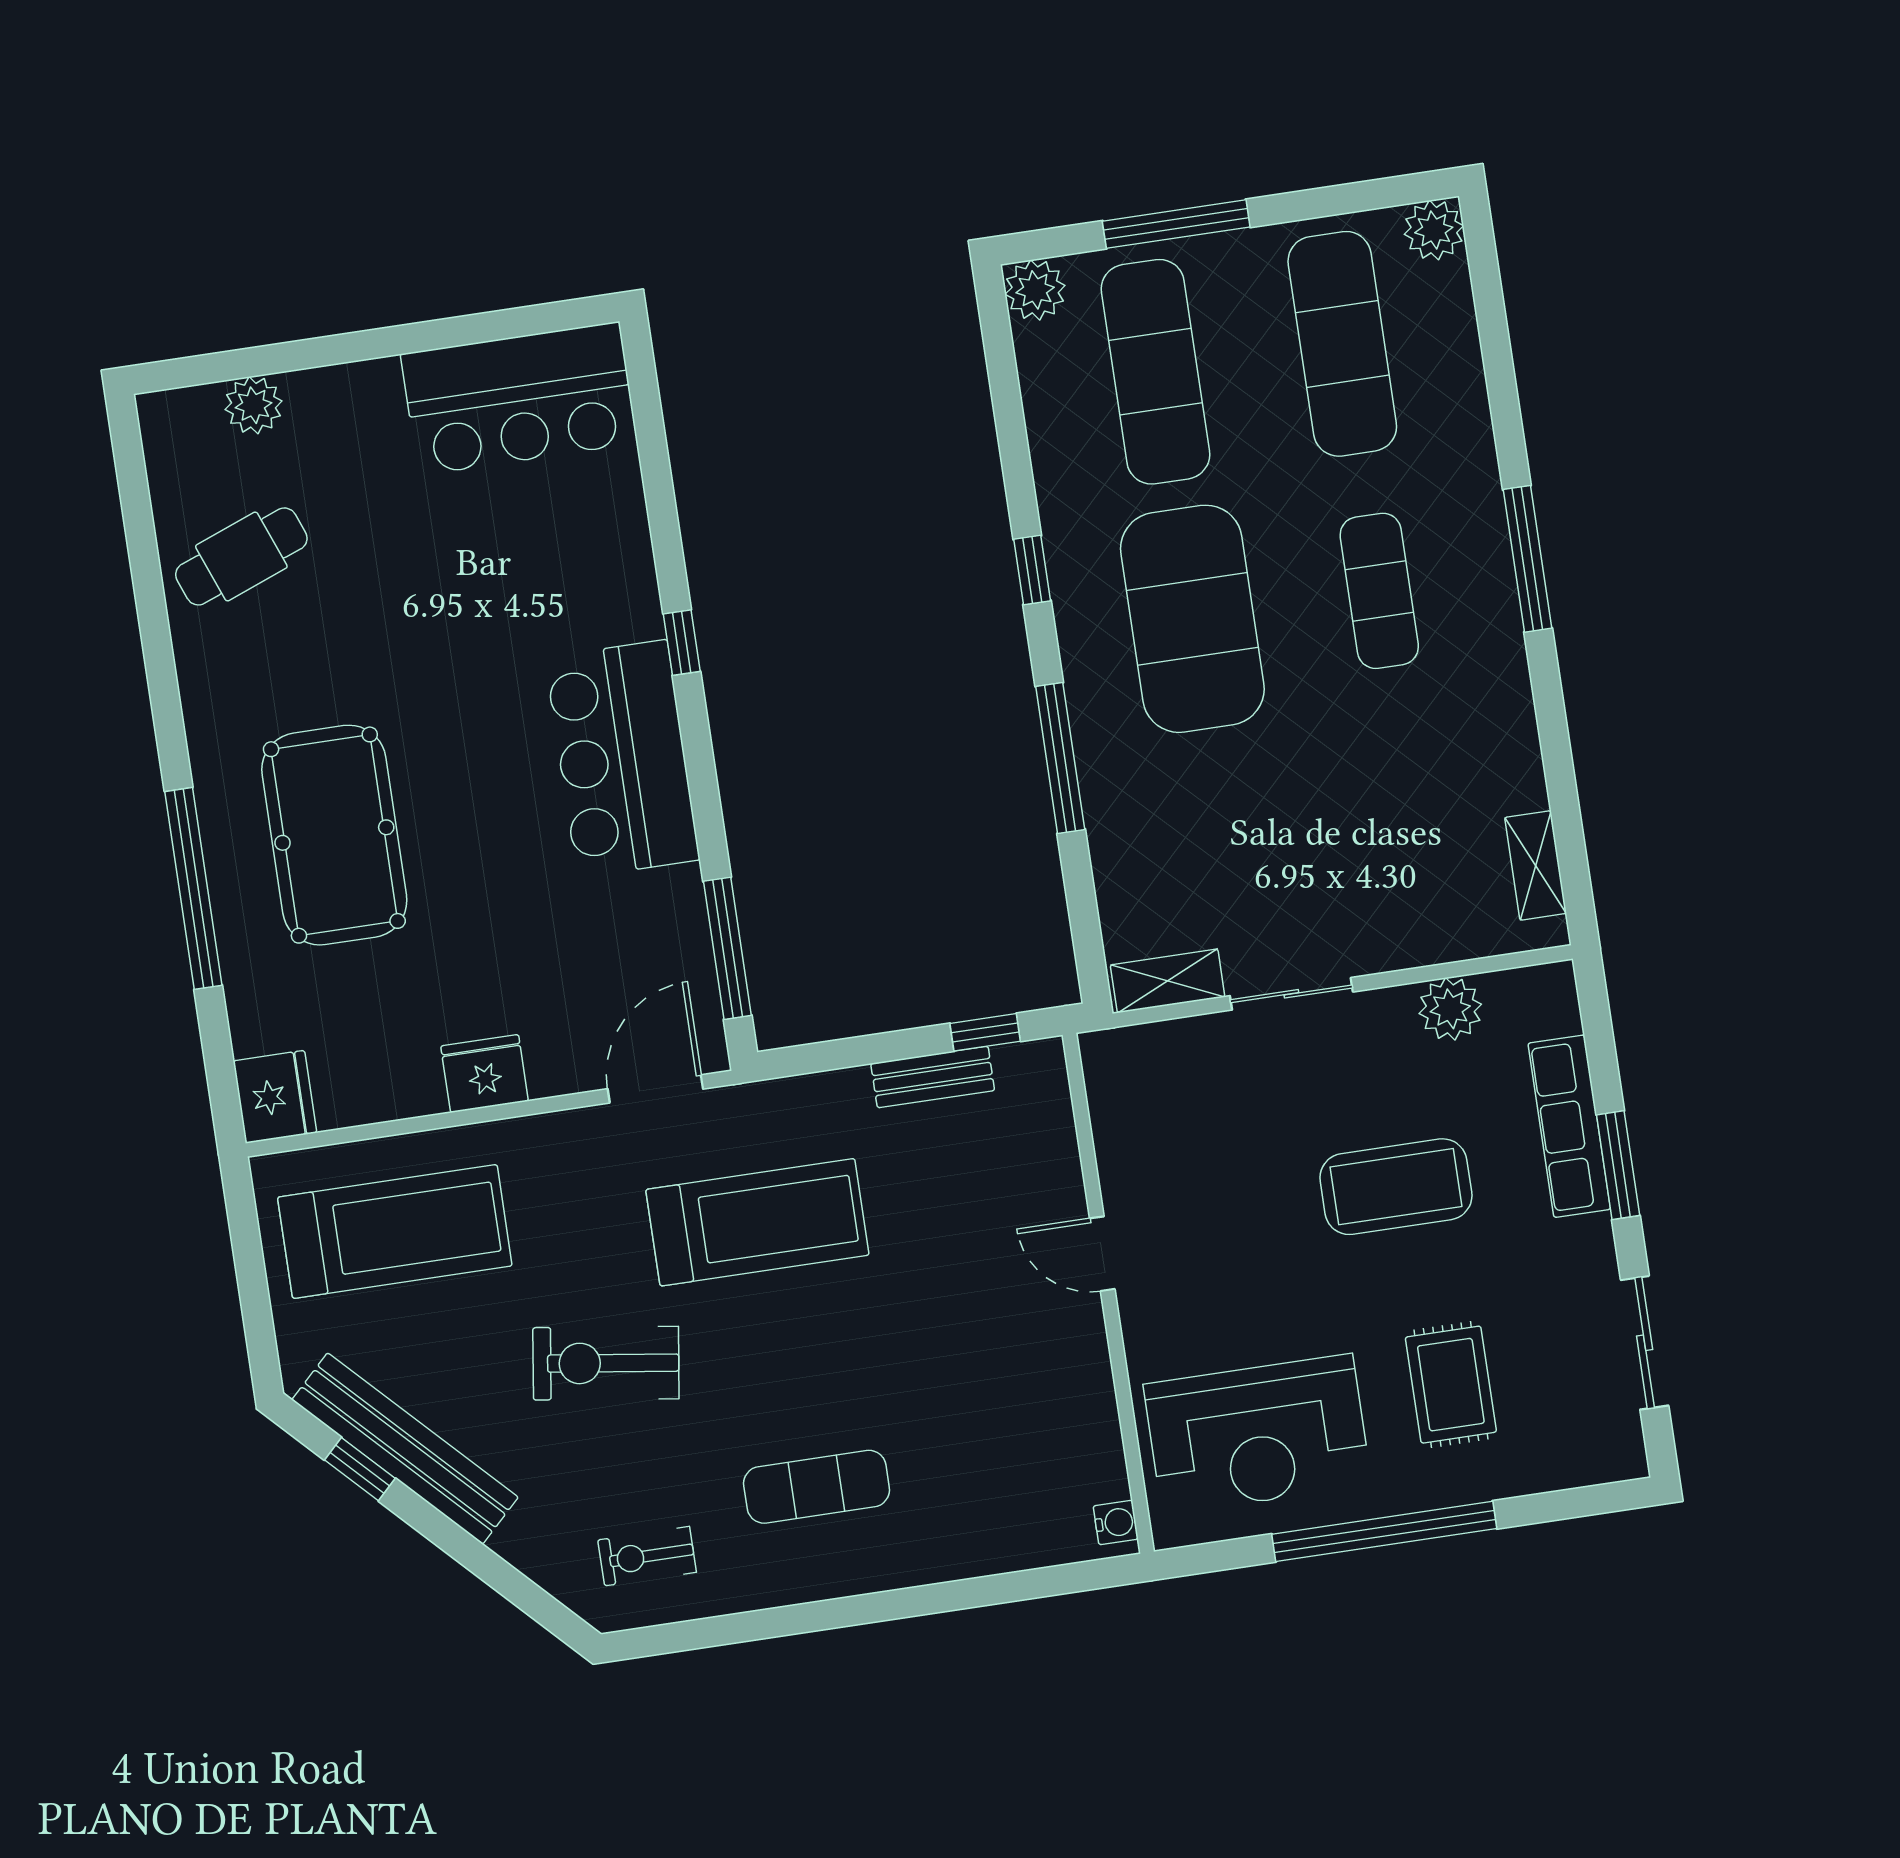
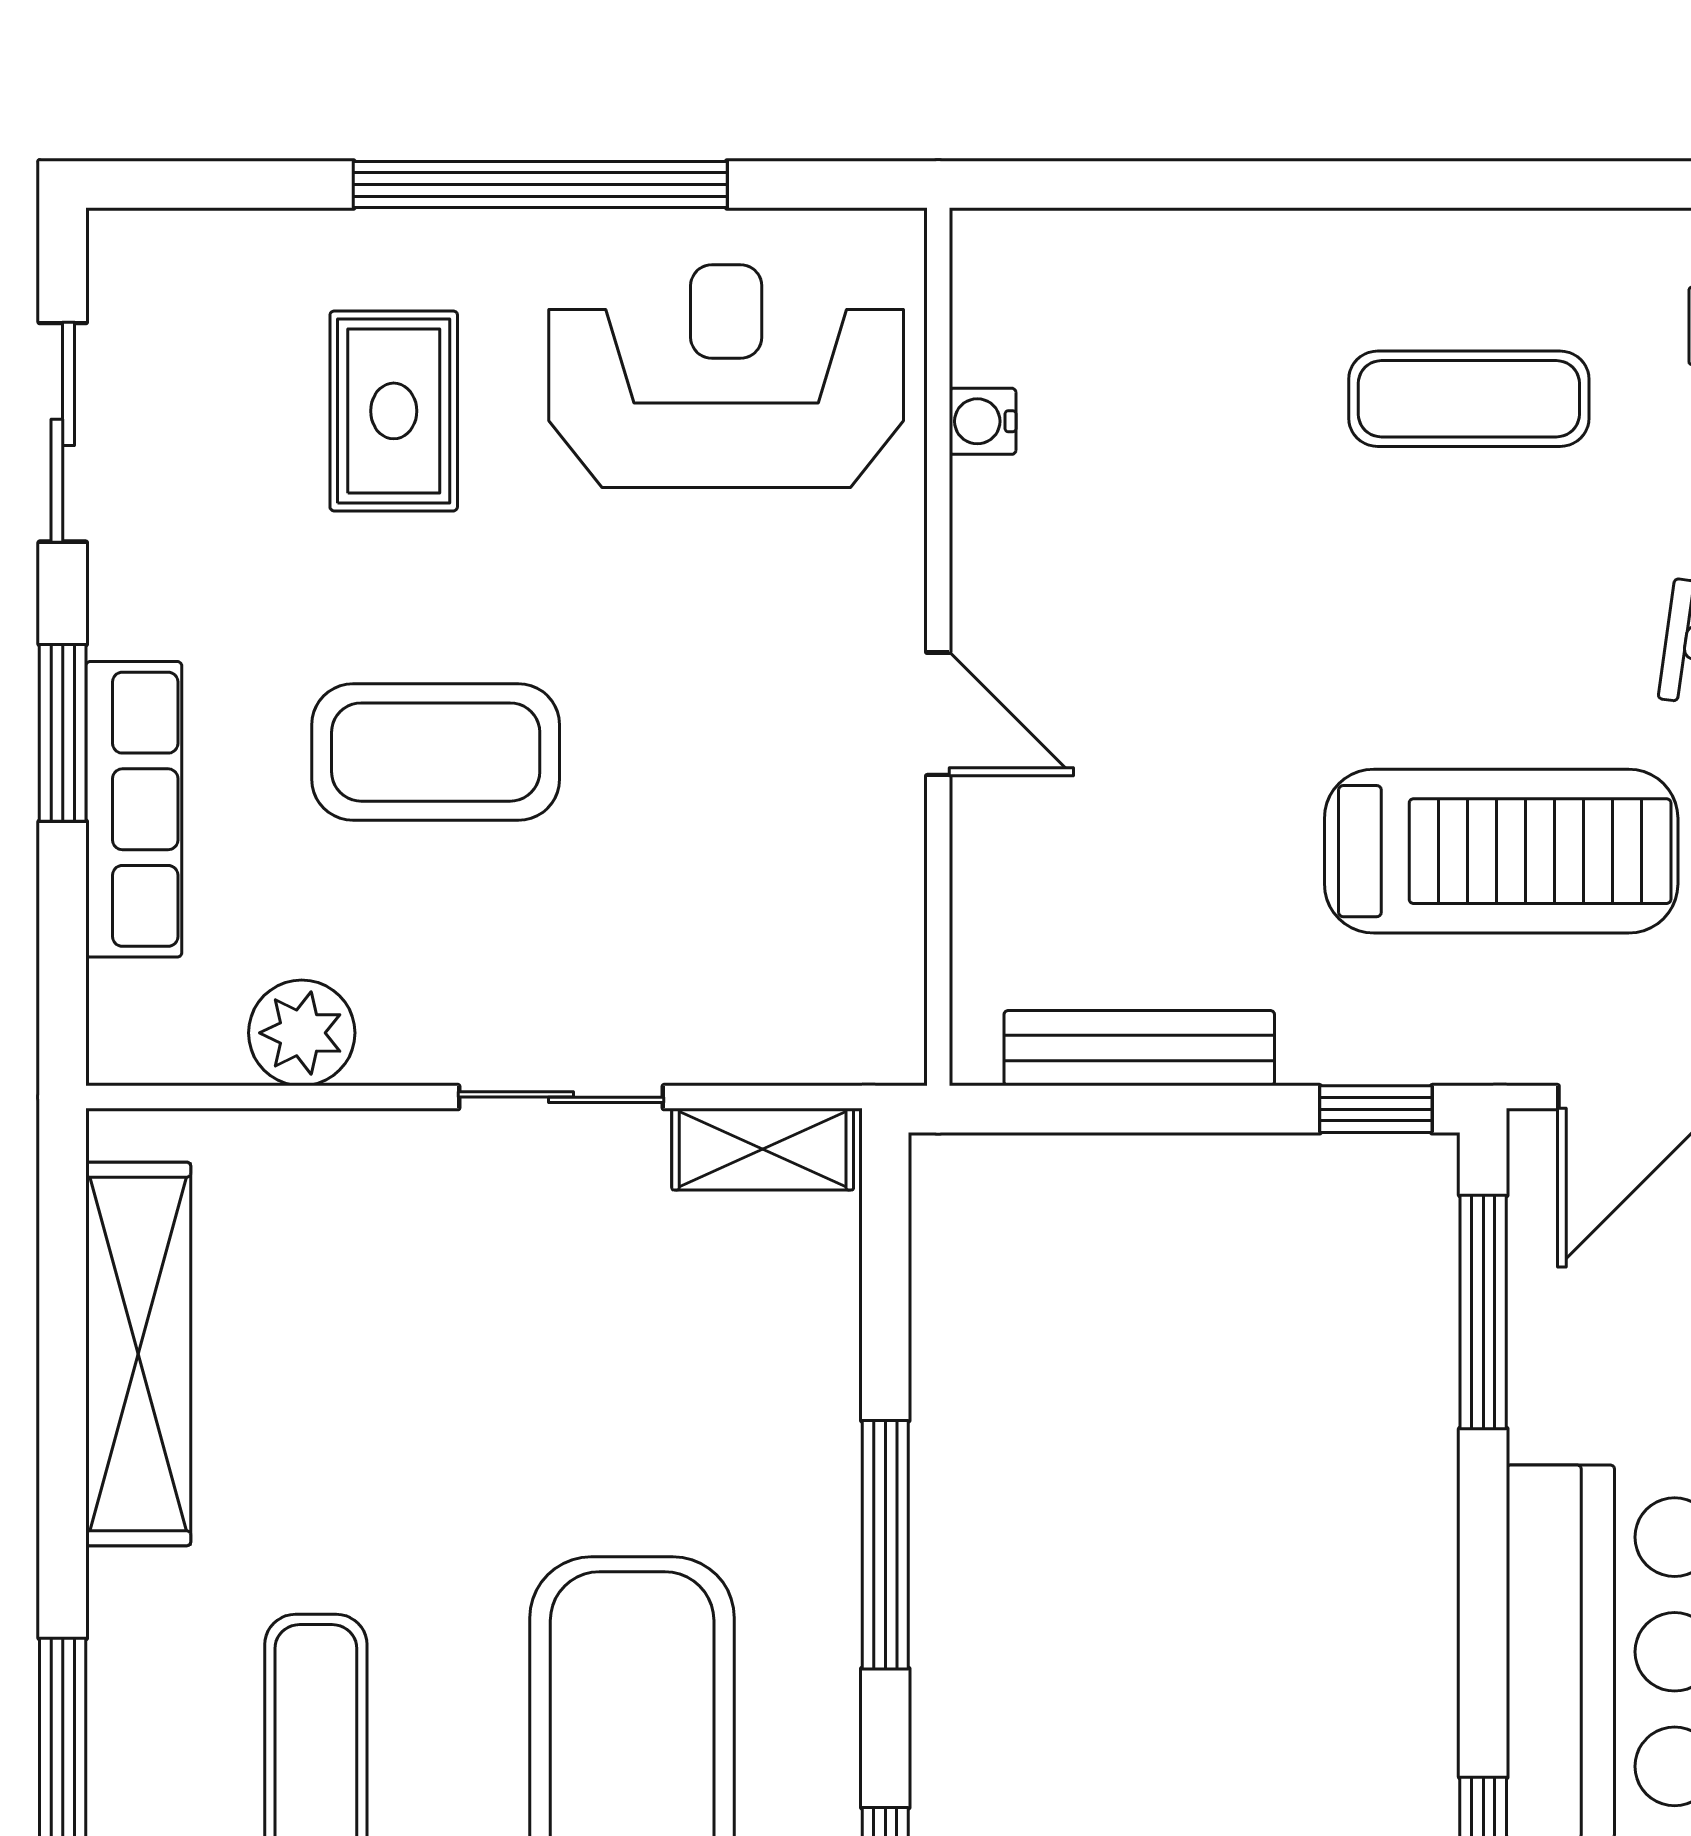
shelving: (1536, 865) -> (138, 1354), width x2.20, depth x1.33
window: (985, 1032) -> (1376, 1109), moved
bench: (933, 1077) -> (1139, 1048), width x1.36
treadmill: (757, 1222) -> (1501, 851), turned 180
water cooler: (1116, 1523) -> (983, 421), moved

